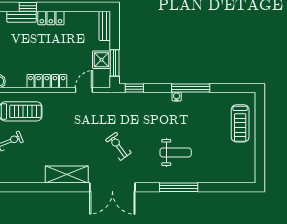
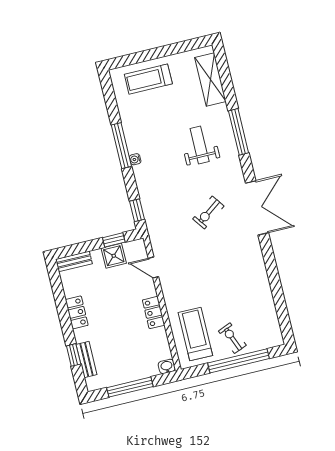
locker: (51, 18) -> (77, 312), moved
window: (115, 63) -> (114, 240), width x0.67
locker: (47, 81) -> (154, 313), width x0.66
treadmill: (240, 123) -> (148, 79), turned 180
shelving: (67, 174) -> (210, 79), moved

